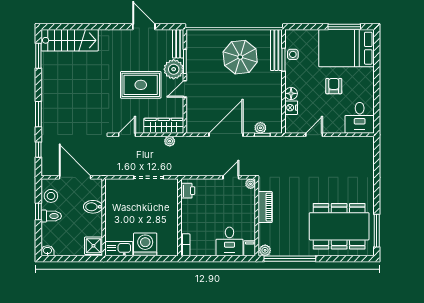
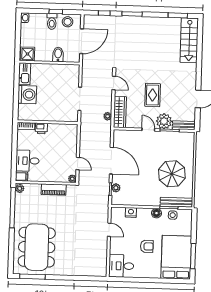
rug: (141, 85) -> (153, 95), width x0.73, depth x0.70
floor lamp: (291, 93) -> (156, 213), moved
printer: (188, 191) -> (41, 128), moved

